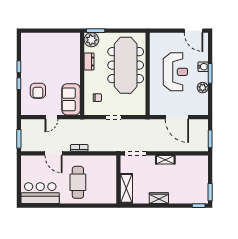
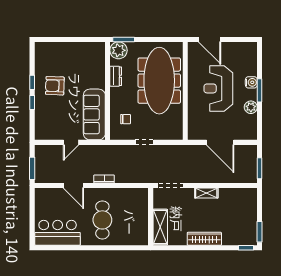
door: (193, 31) -> (210, 39), moved
reception desk: (175, 72) -> (218, 88), turned 180
armchair: (38, 91) -> (55, 86), moved, turned 92
sofa: (71, 99) -> (94, 114), width x1.36
wardrobe: (159, 198) -> (204, 239), width x1.50

